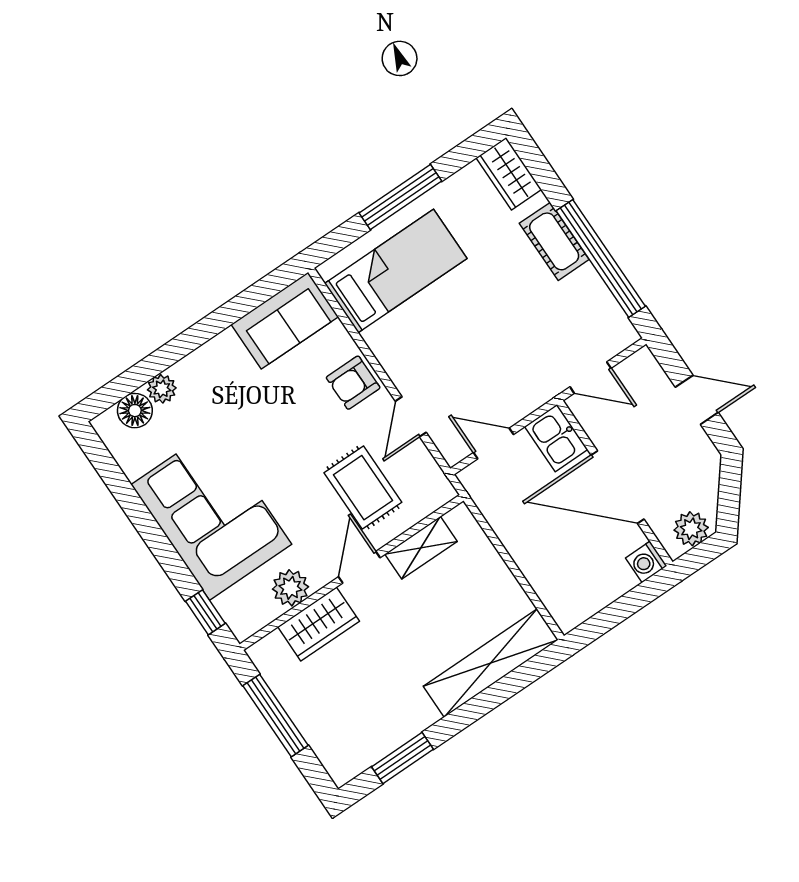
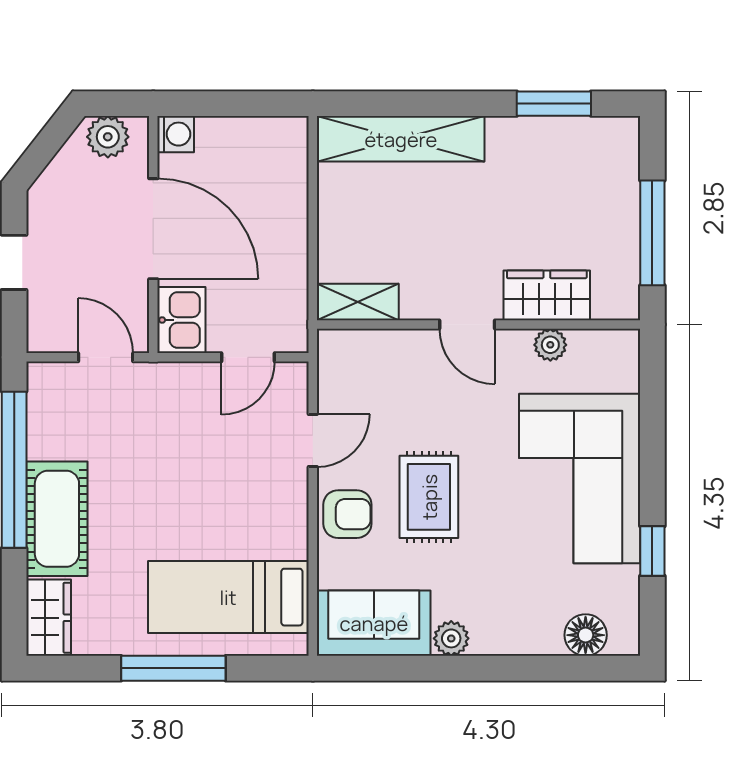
cot: (554, 241) -> (57, 519), width x1.37, depth x1.34
plant: (162, 389) -> (451, 638), moved
door: (493, 443) -> (248, 357), hinge flipped
rug: (363, 488) -> (429, 497), moved
shelving: (421, 548) -> (358, 302), moved
door: (359, 567) -> (467, 325), hinge flipped
plant: (290, 588) -> (550, 345), width x0.73, depth x0.73
window: (205, 612) -> (652, 551), moved

